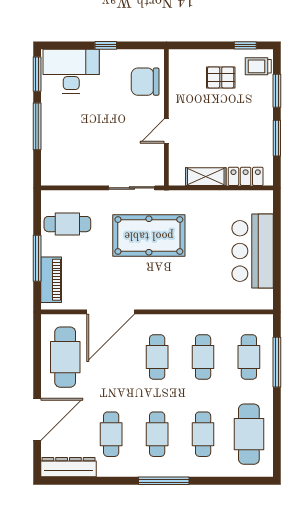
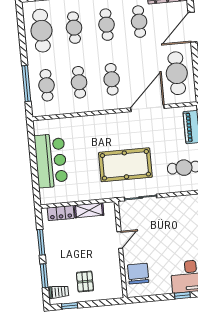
window: (106, 45) -> (182, 295), moved
pallet: (221, 77) -> (85, 282), turned 90
chair: (145, 82) -> (138, 274), turned -90

